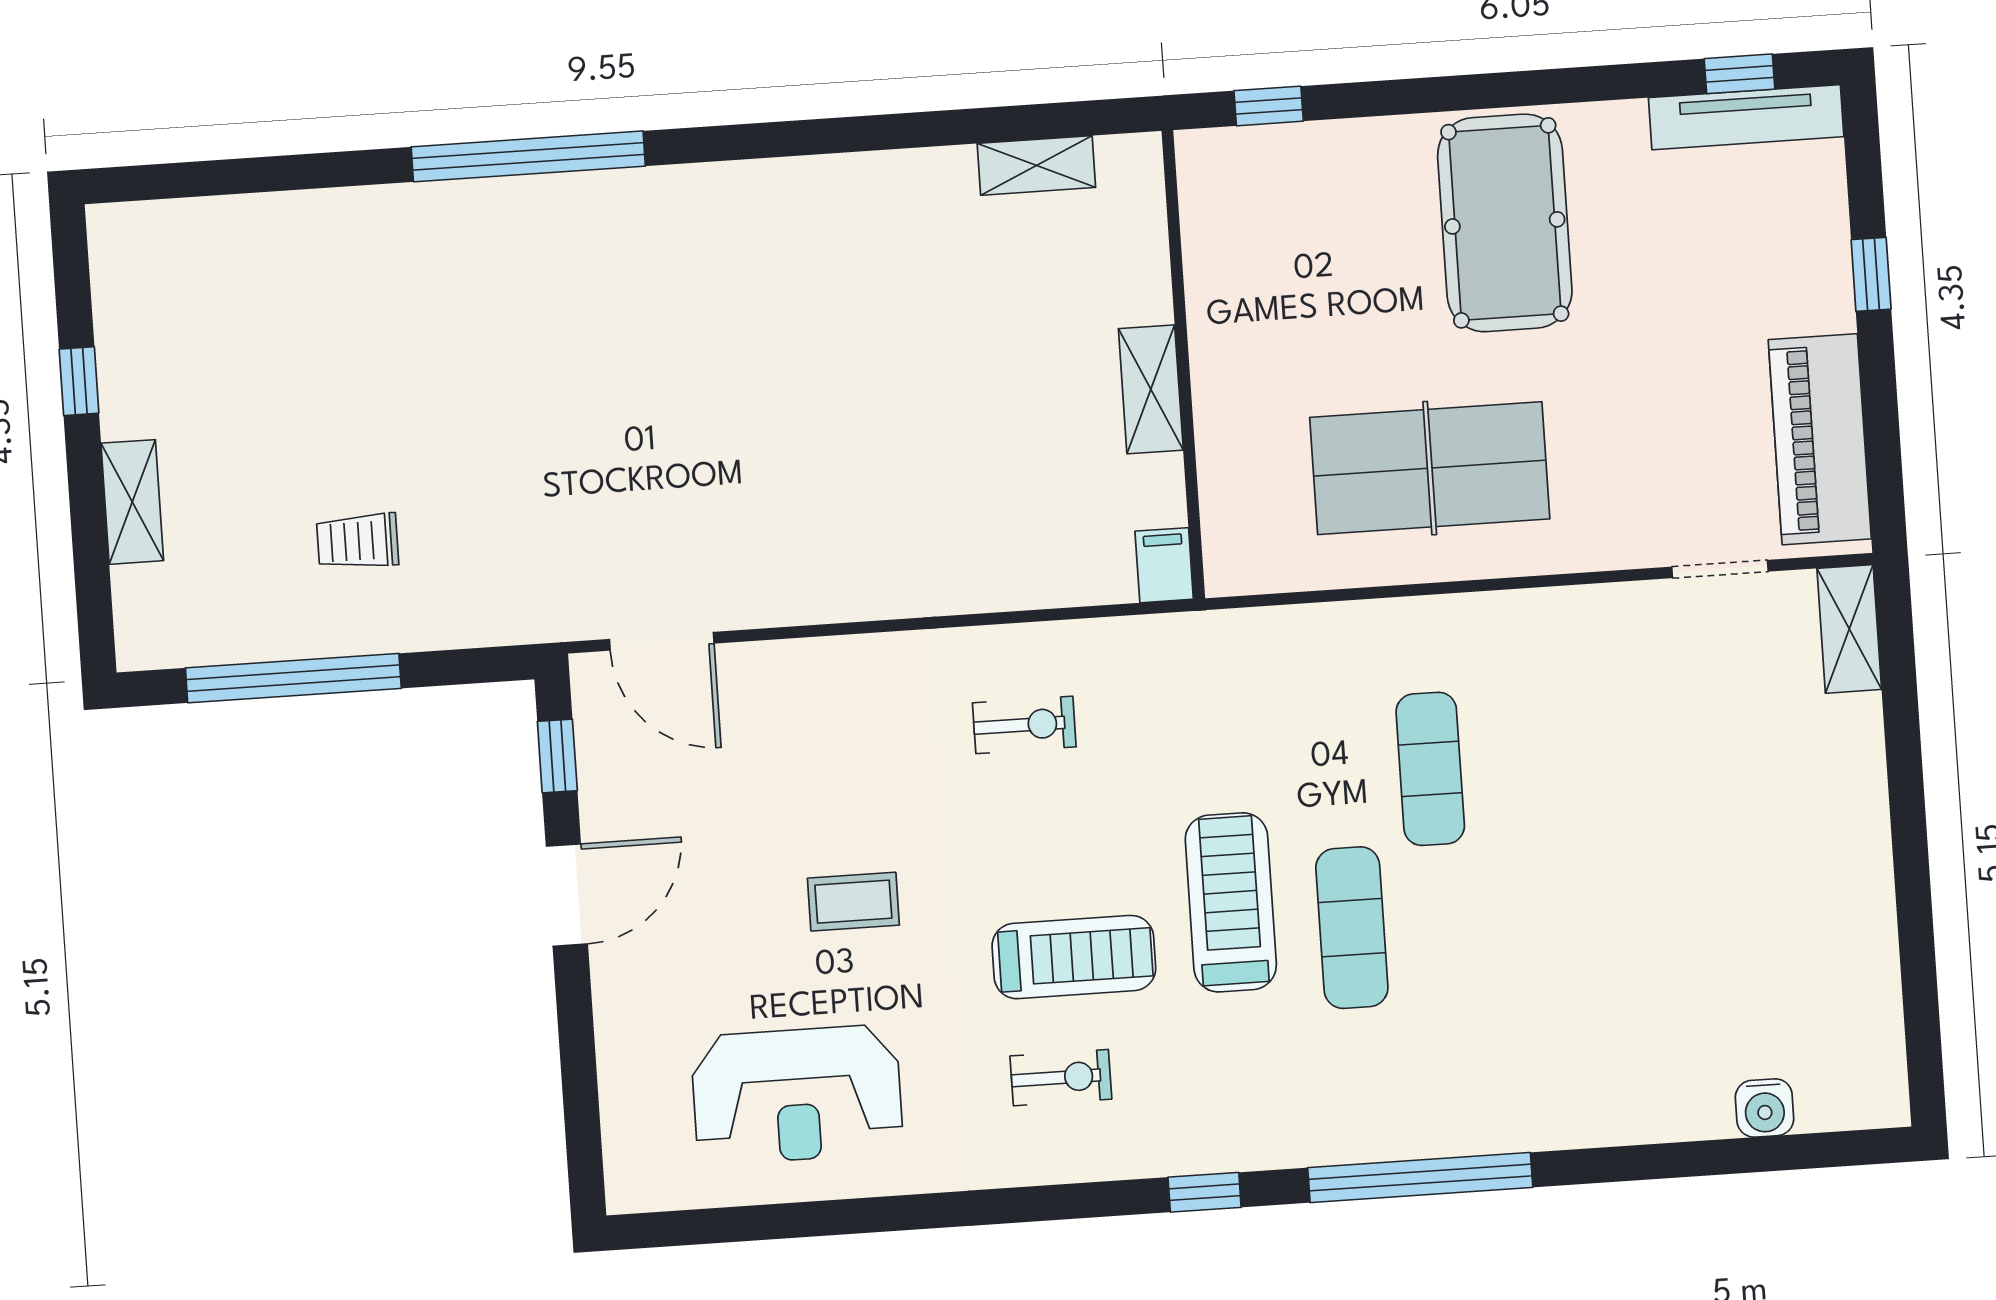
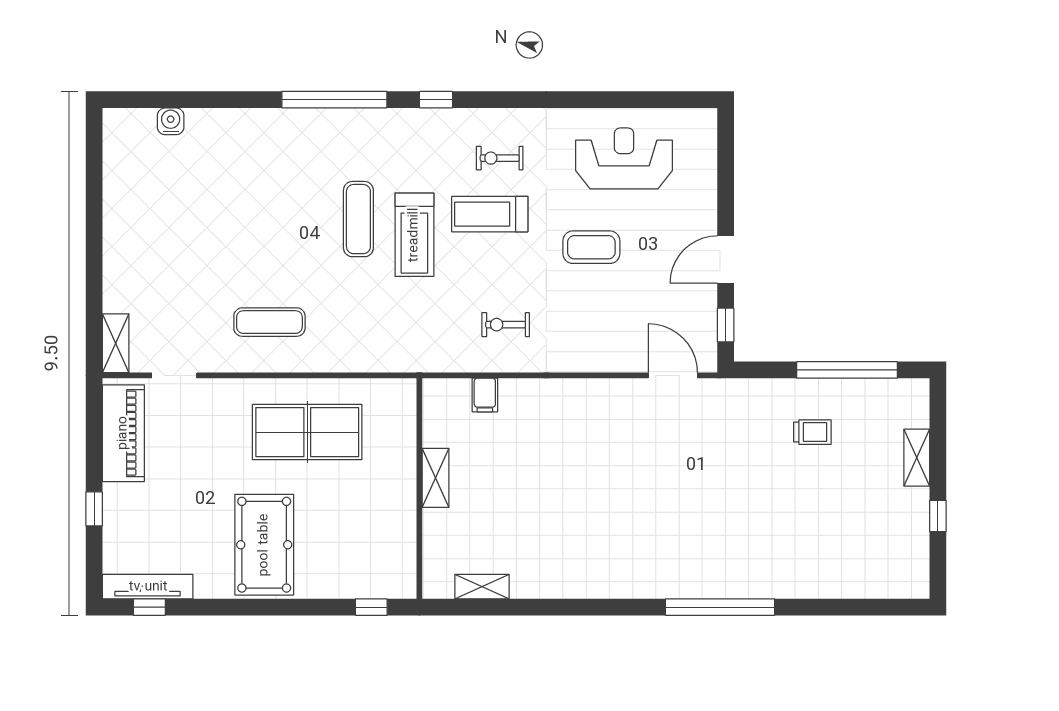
filing cabinet: (1164, 565) -> (485, 395), moved
exercise mat: (1430, 769) -> (269, 322), moved, turned 90
coffee table: (853, 902) -> (591, 247), width x1.36, depth x1.30

